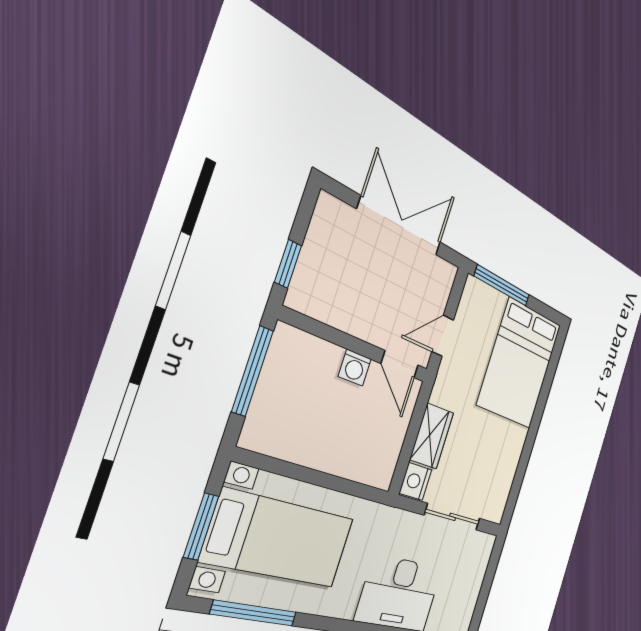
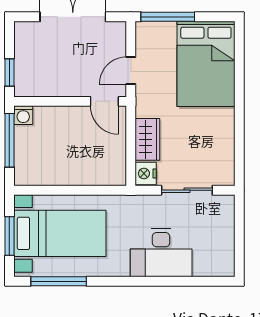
washing machine: (355, 368) -> (23, 115), moved

